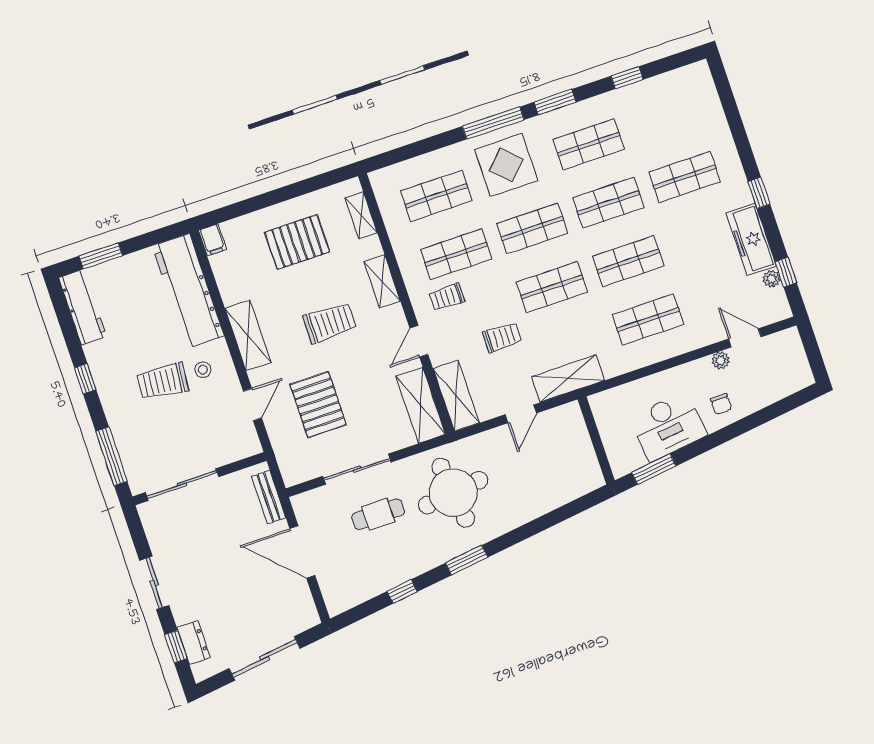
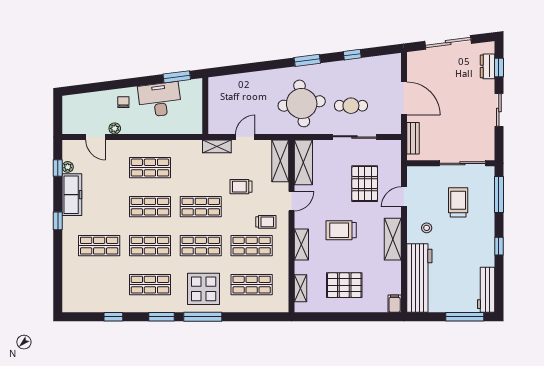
window: (101, 256) -> (465, 317), width x1.44
shelving: (568, 379) -> (217, 146), width x0.67, depth x0.75
trolley: (162, 381) -> (458, 202), moved, turned -96

